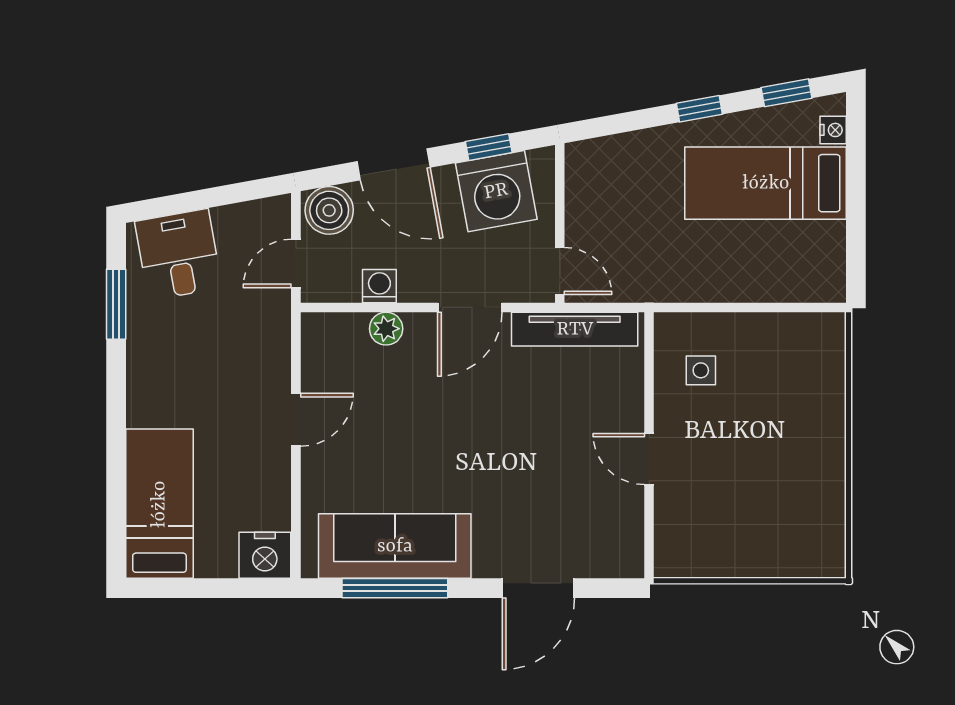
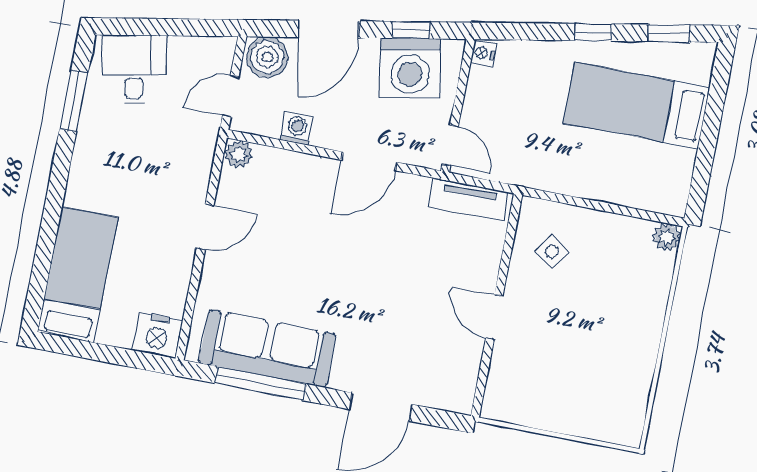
nightstand: (833, 130) -> (483, 53), moved, turned 180
door: (394, 164) -> (328, 29), hinge flipped
plant: (386, 329) -> (239, 154), moved
tv unit: (575, 329) -> (468, 199), width x0.71
plant: (830, 329) -> (667, 237), added
side table: (701, 370) -> (552, 251), turned 35

